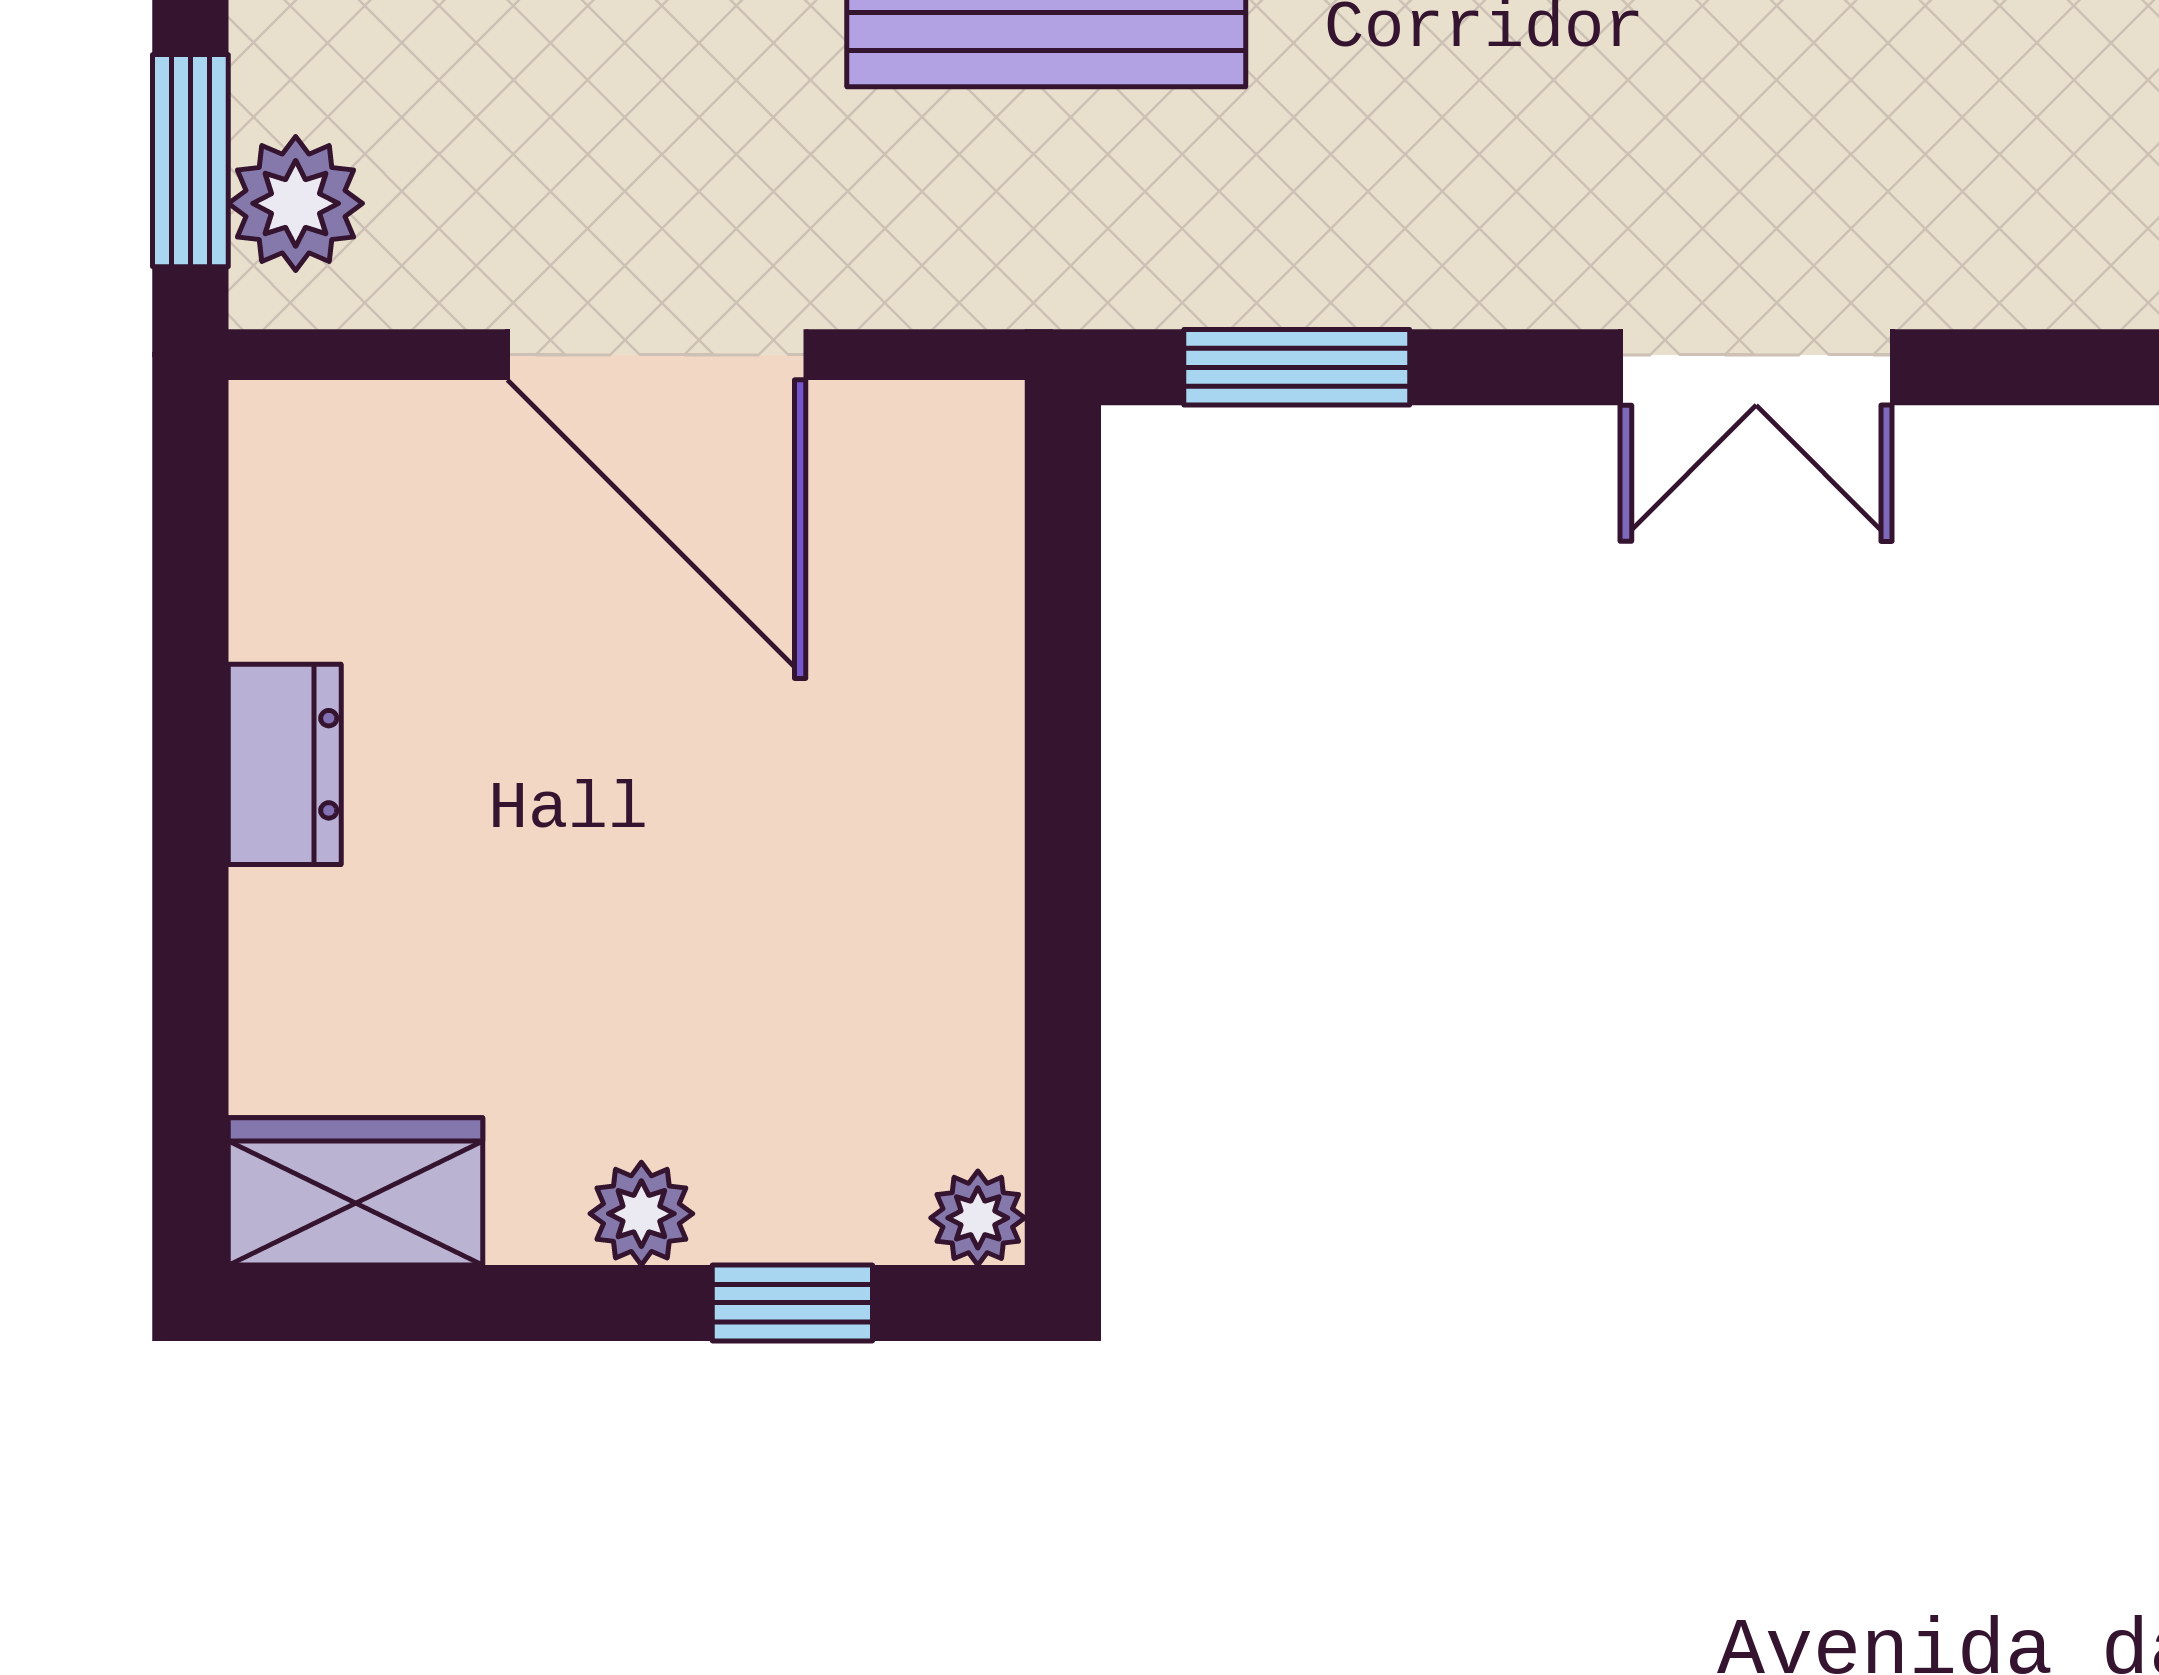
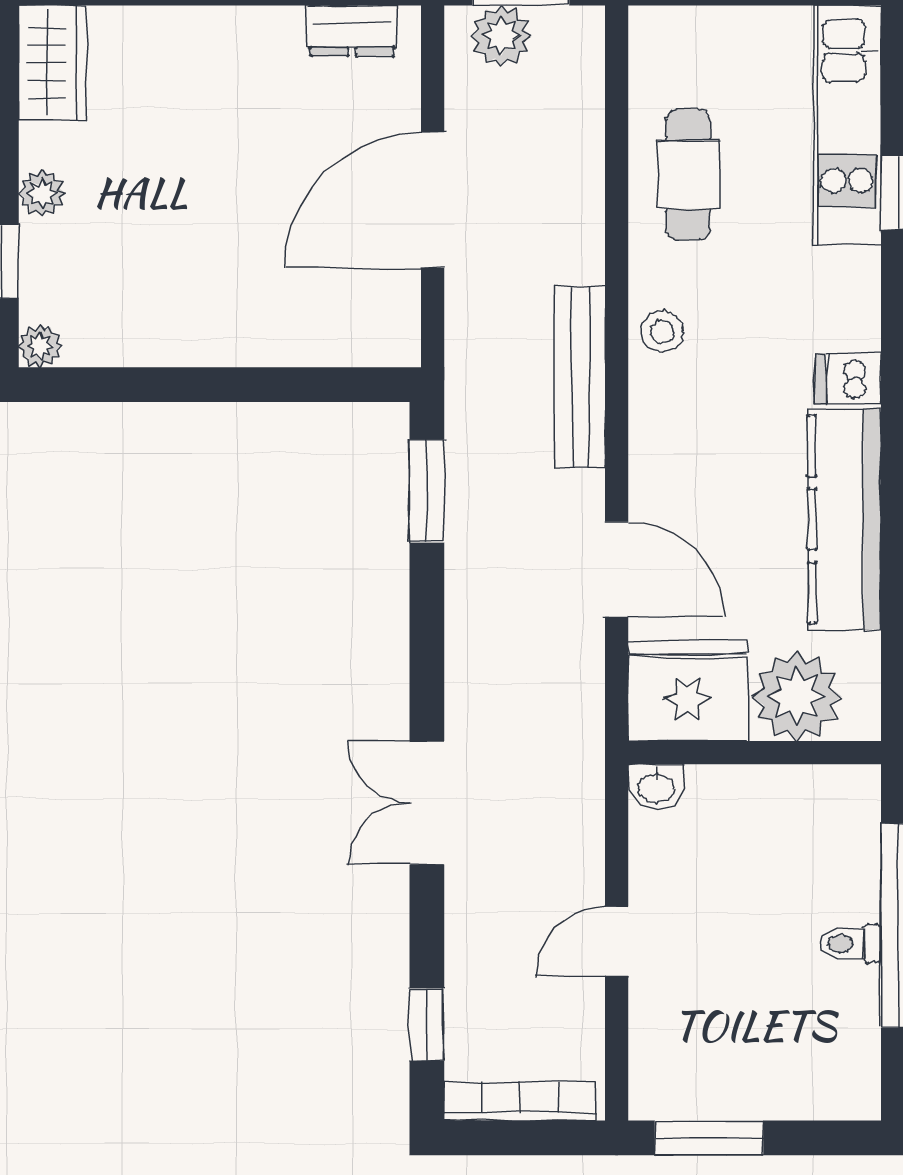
double door: (1756, 367) -> (427, 803), moved
dresser: (285, 764) -> (352, 31), moved

